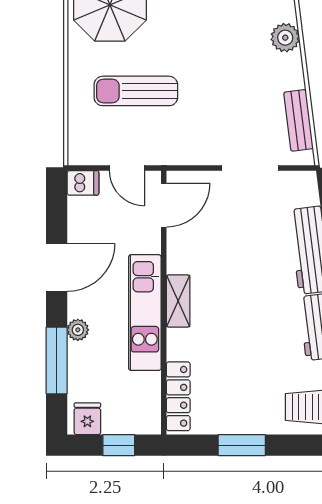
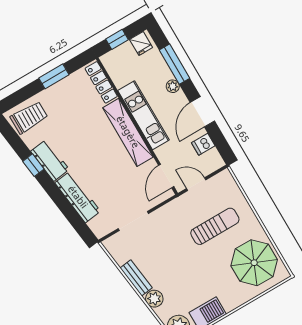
bench: (299, 120) -> (136, 278), moved
dishwasher: (83, 183) -> (203, 144), moved
shelving: (178, 301) -> (128, 132), width x2.20, depth x1.33

